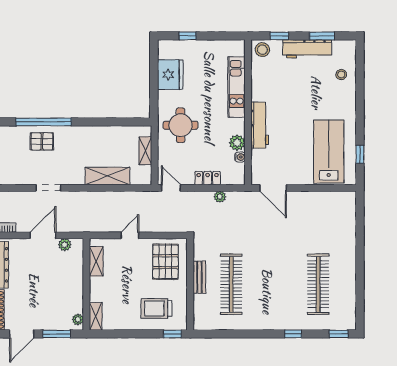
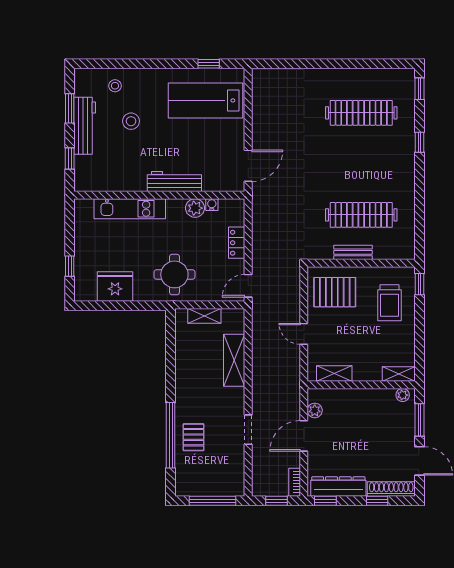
stool: (262, 50) -> (131, 121), moved
plant: (220, 197) -> (258, 228), removed
door: (43, 235) -> (304, 436), hinge flipped

